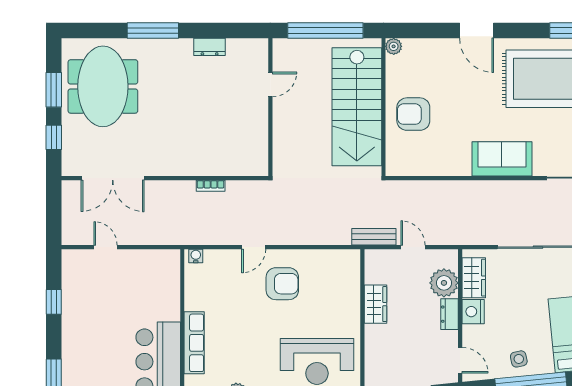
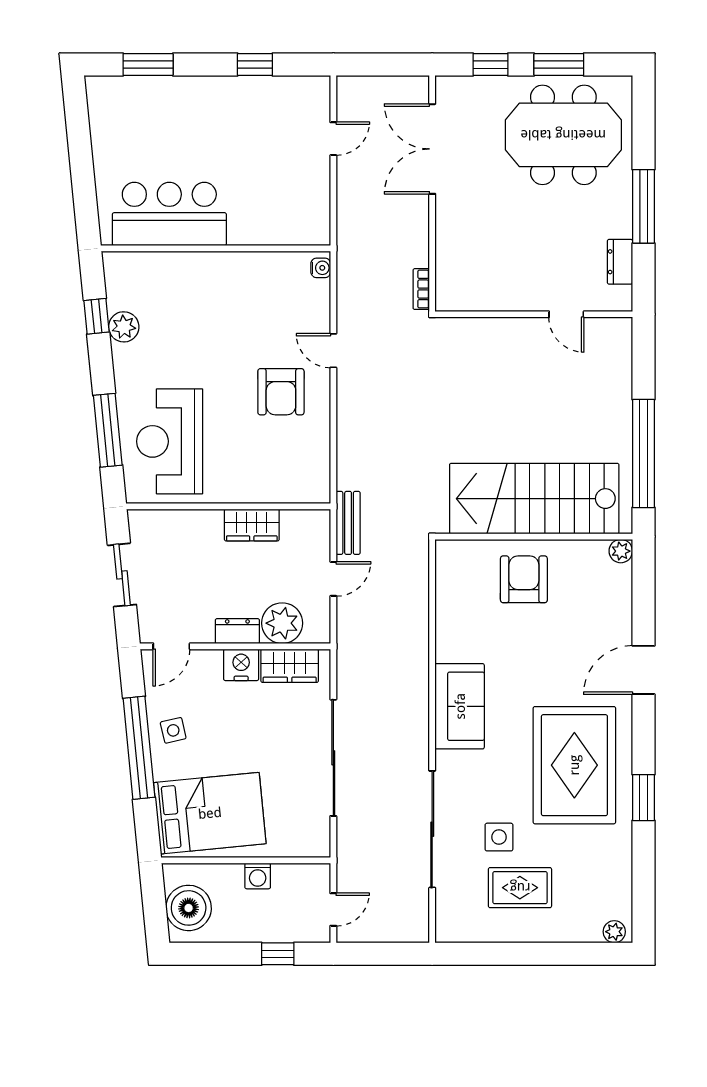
dresser: (210, 47) -> (620, 262), moved
door: (270, 84) -> (566, 314), moved
wall: (270, 107) -> (534, 314), moved
row of seats: (194, 343) -> (196, 266), removed

